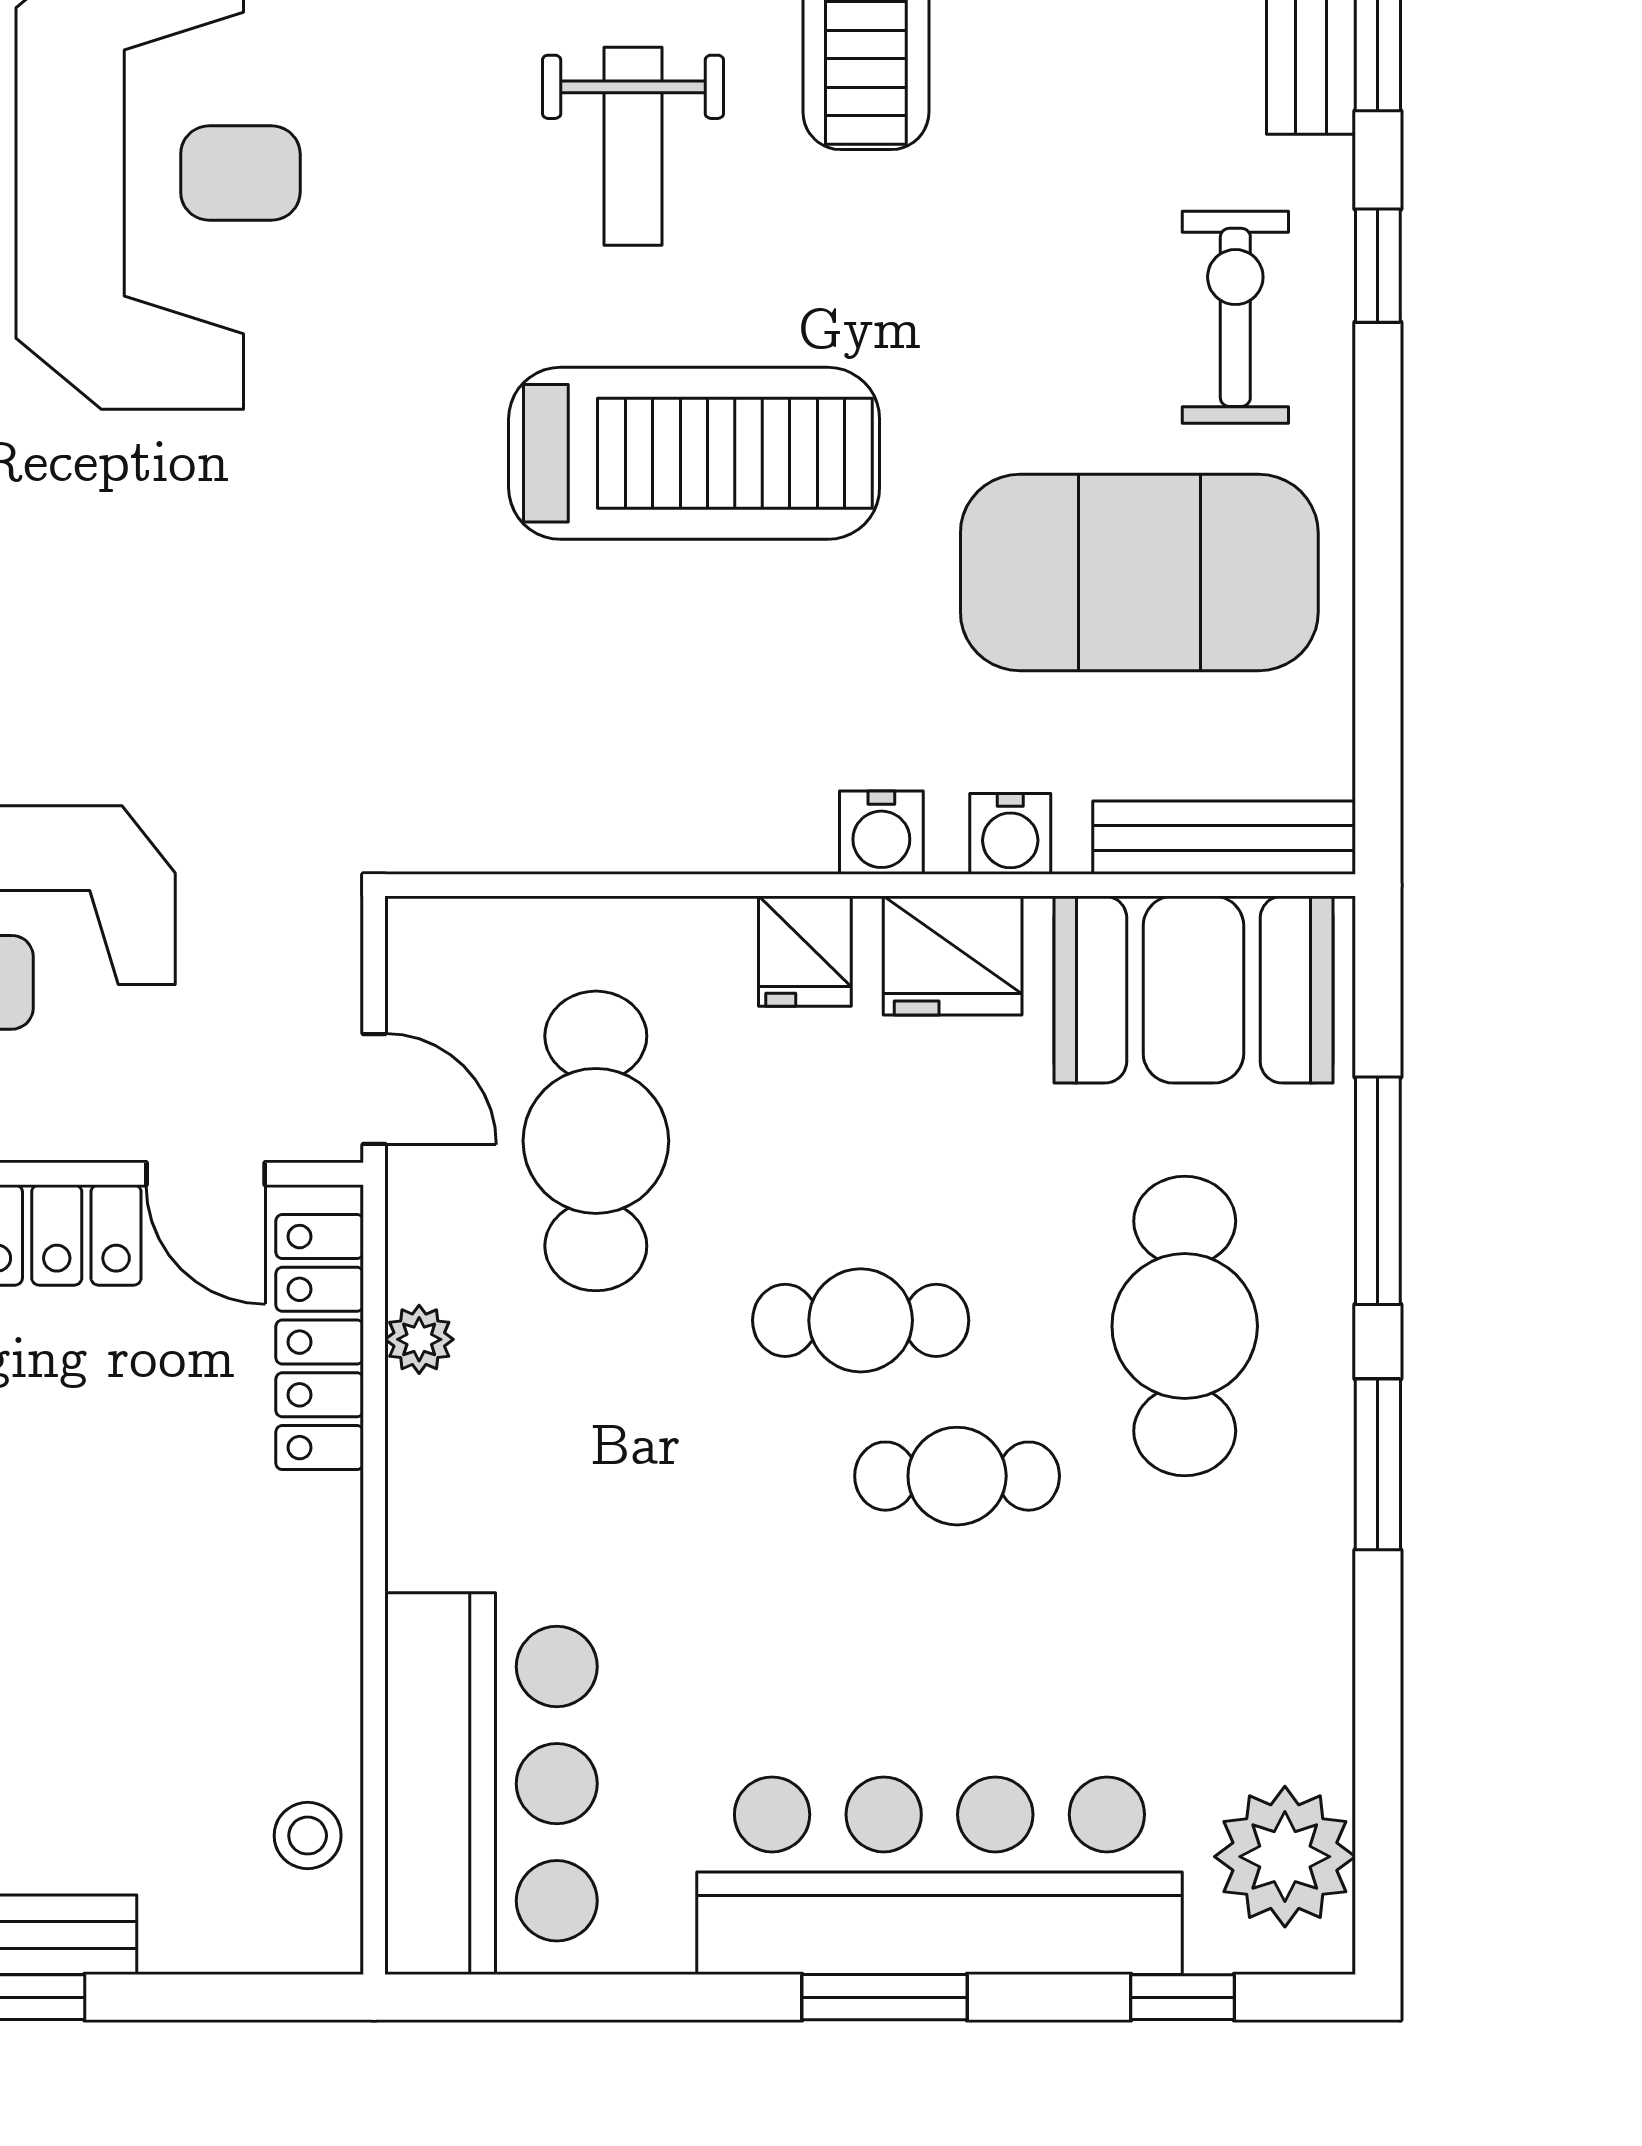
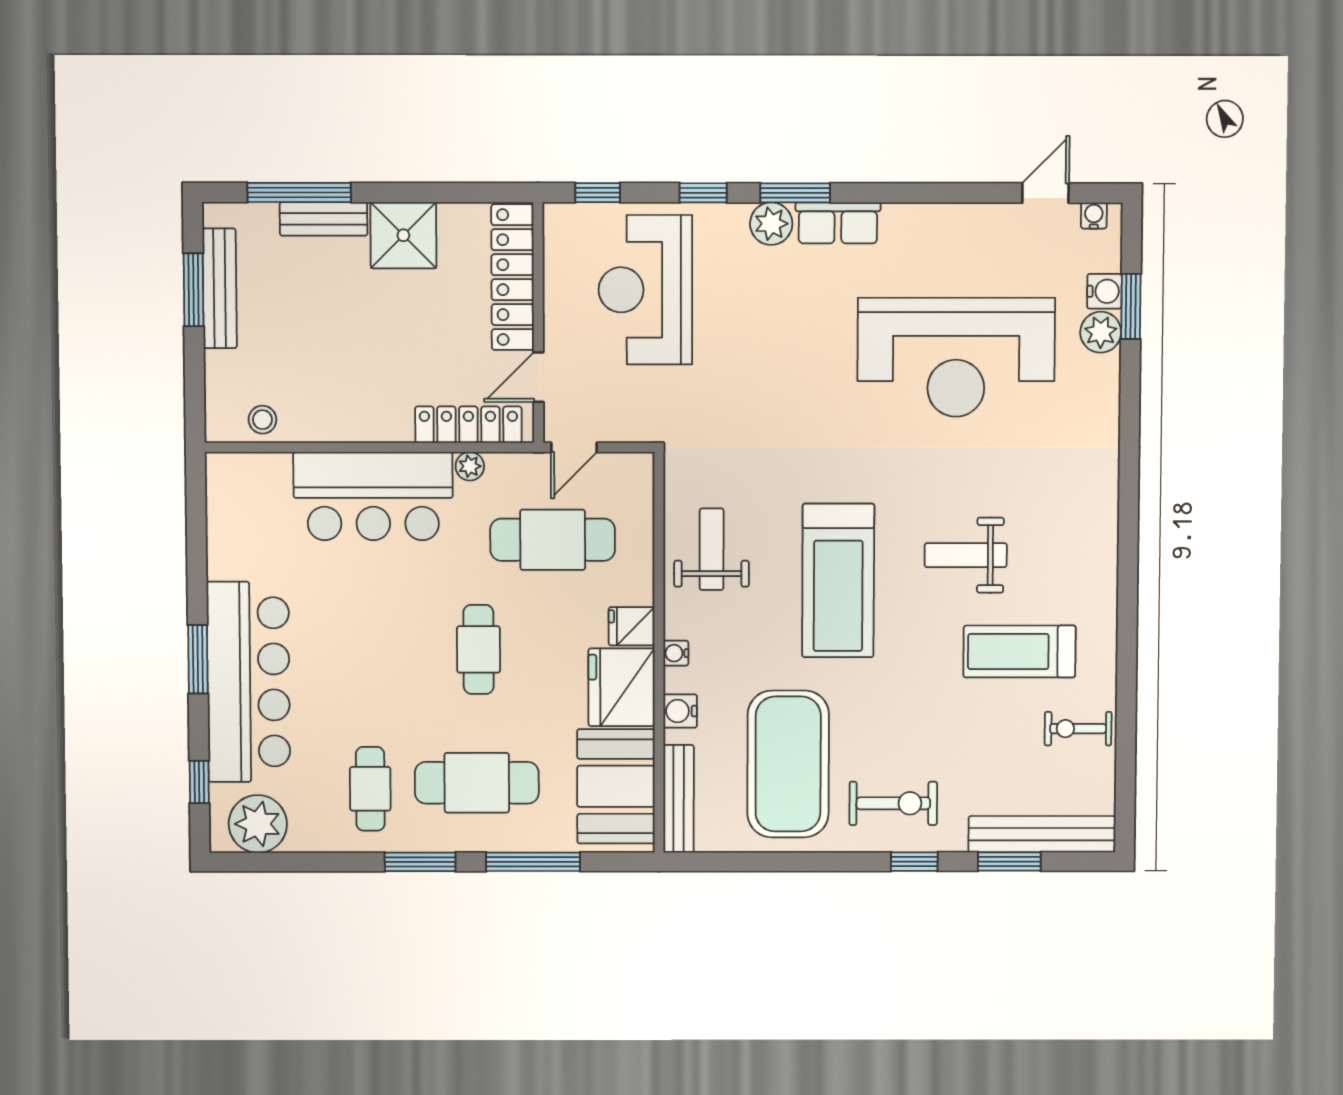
weight bench: (619, 759) -> (712, 549), added
water cooler: (881, 833) -> (676, 653), width x0.72, depth x0.72
fridge: (953, 956) -> (621, 687), width x1.36, depth x1.34
cafe table: (957, 1476) -> (370, 789), moved
bar counter: (491, 1784) -> (373, 496), moved

